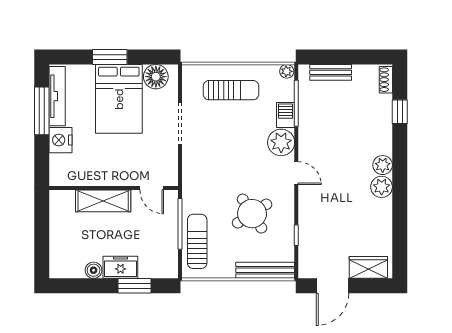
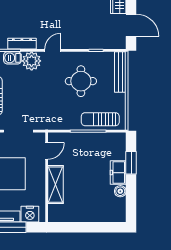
dresser: (306, 129) -> (22, 44), added
wall: (114, 188) -> (47, 177), moved
door: (152, 188) -> (47, 151), moved
shelving: (103, 201) -> (55, 185), moved
round table: (252, 214) -> (81, 81), turned 33

